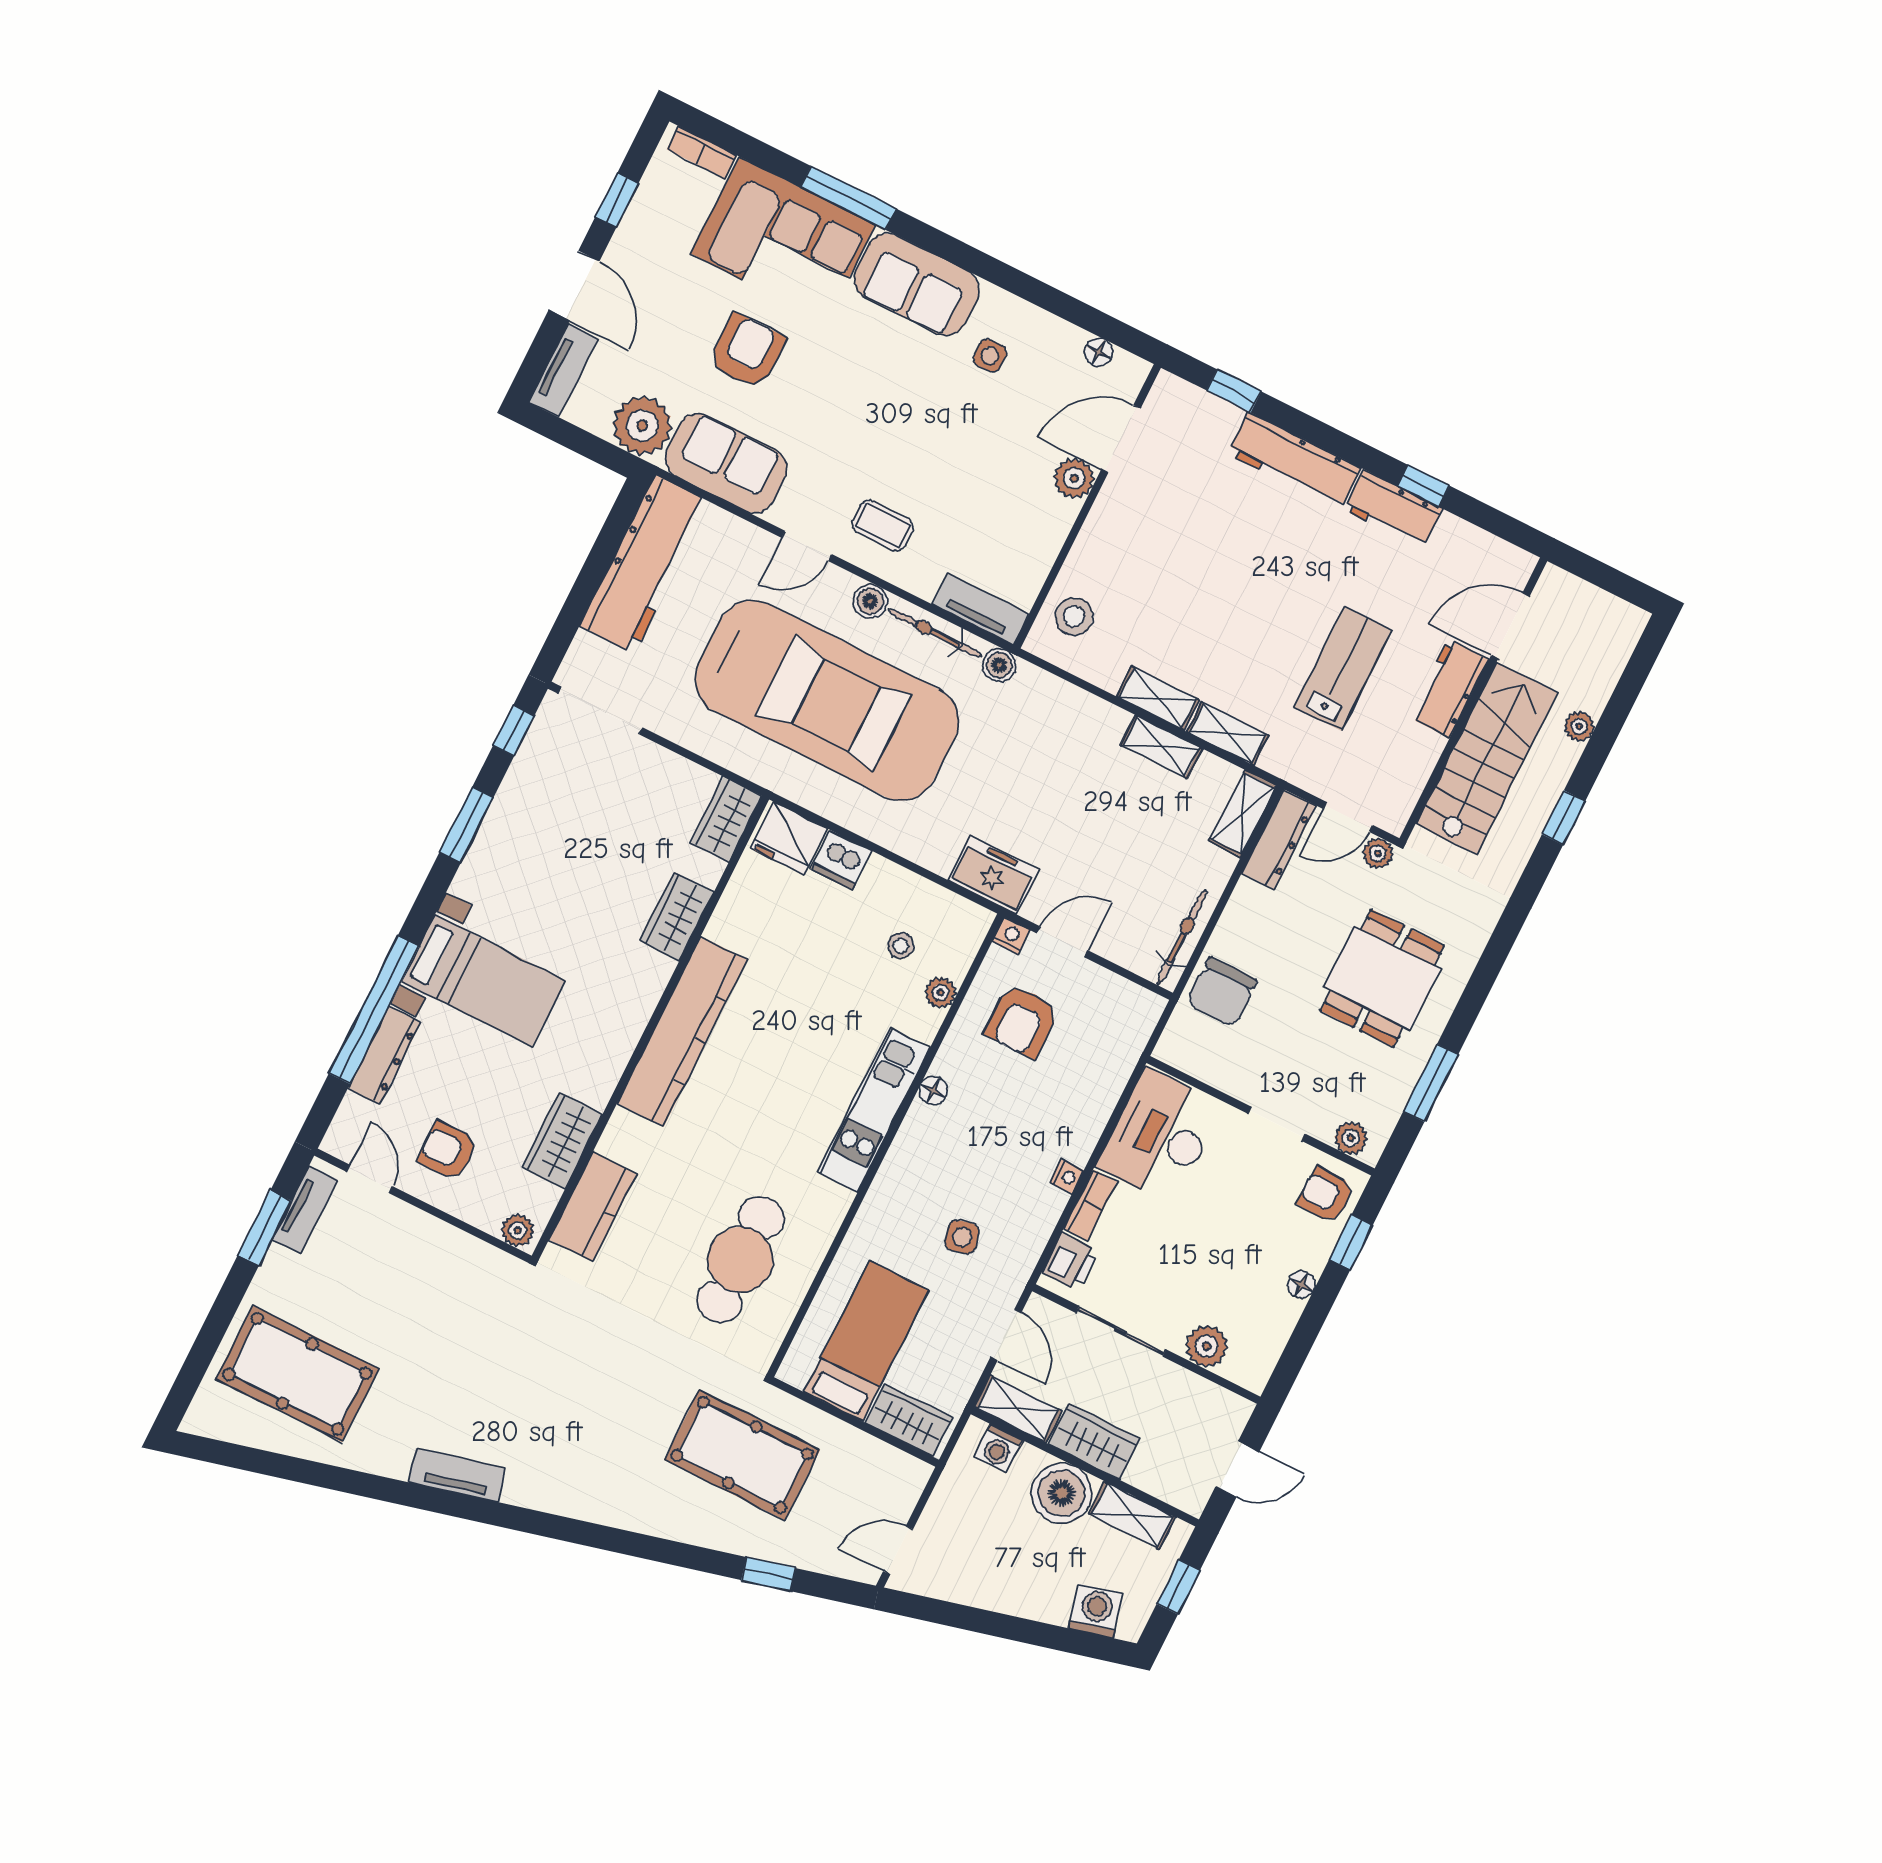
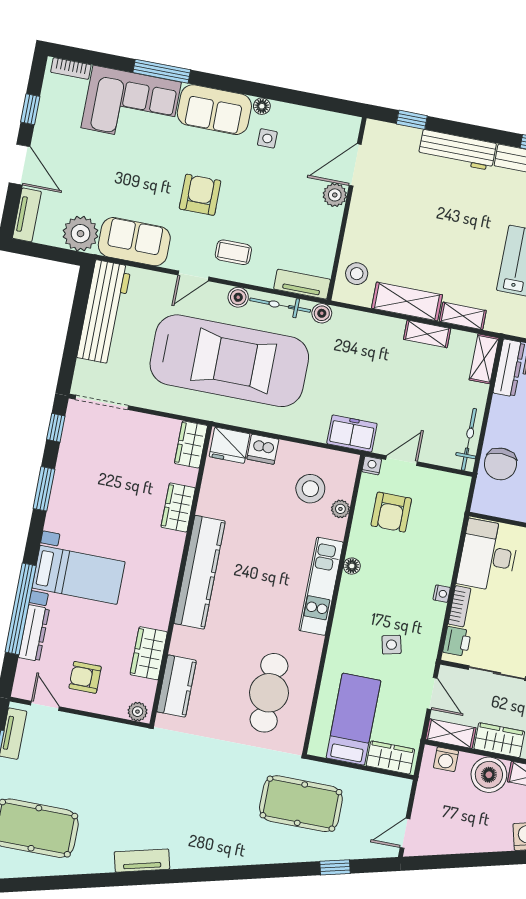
armchair: (747, 351) -> (200, 195), moved
floor lamp: (1098, 352) -> (262, 106), moved
shelving: (1158, 698) -> (407, 301), width x1.50, depth x1.33
stool: (901, 946) -> (310, 489), width x1.89, depth x1.89

